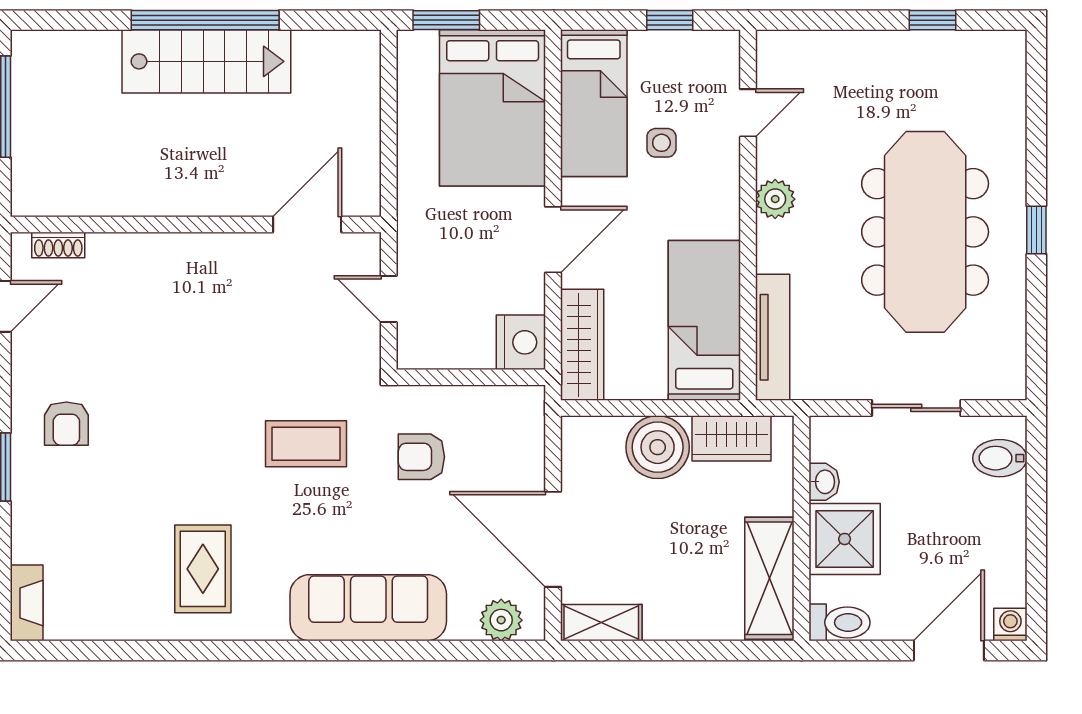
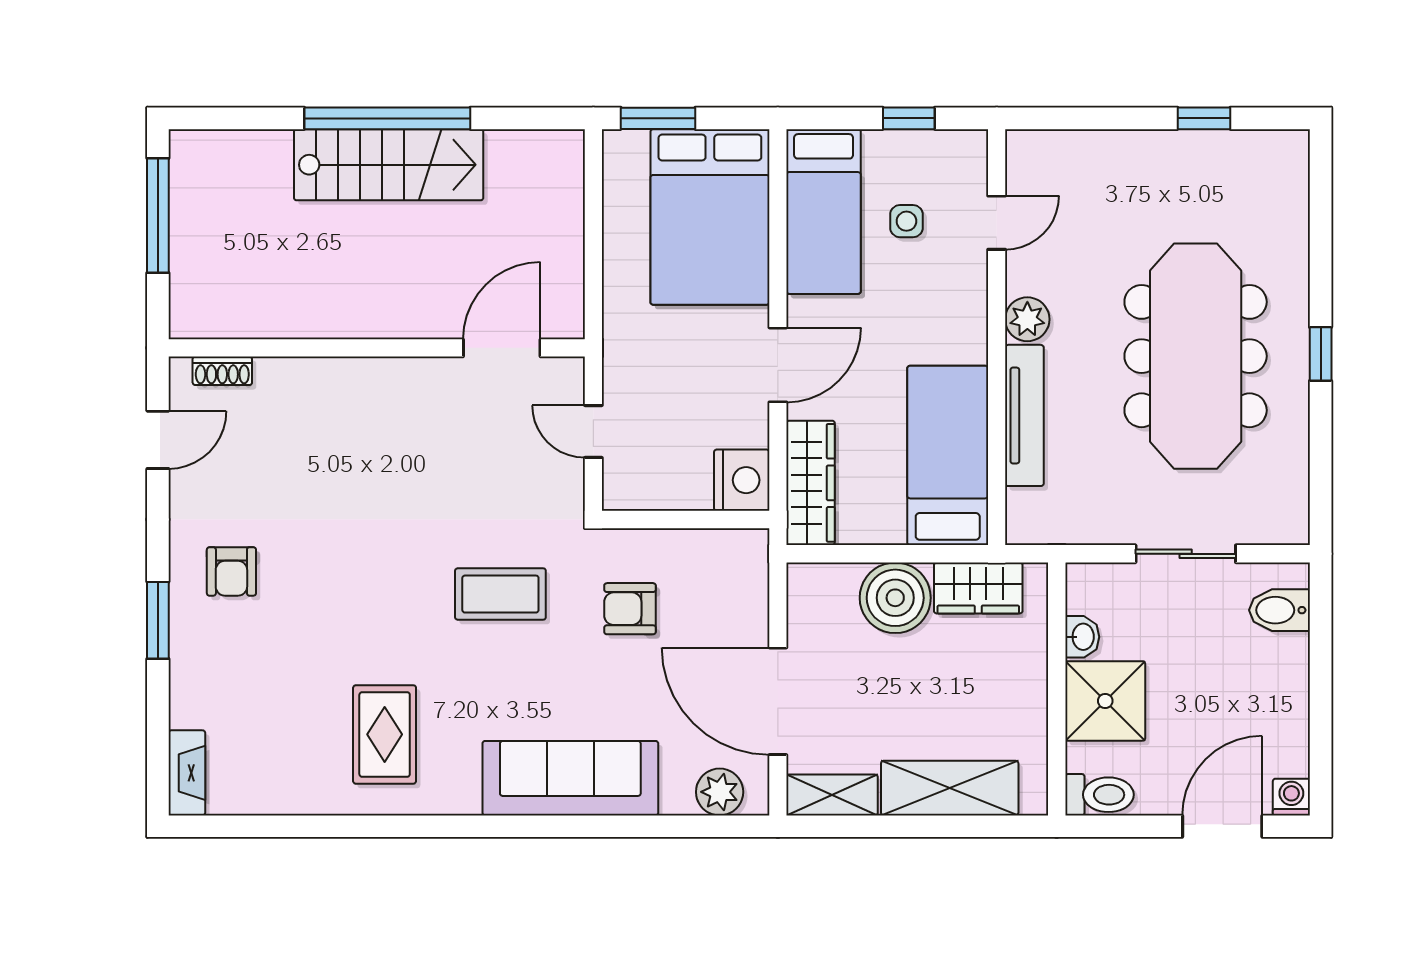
side table: (661, 143) -> (906, 221), moved
tv unit: (773, 337) -> (1024, 415), moved
shelving: (769, 578) -> (950, 788), moved, turned 90

